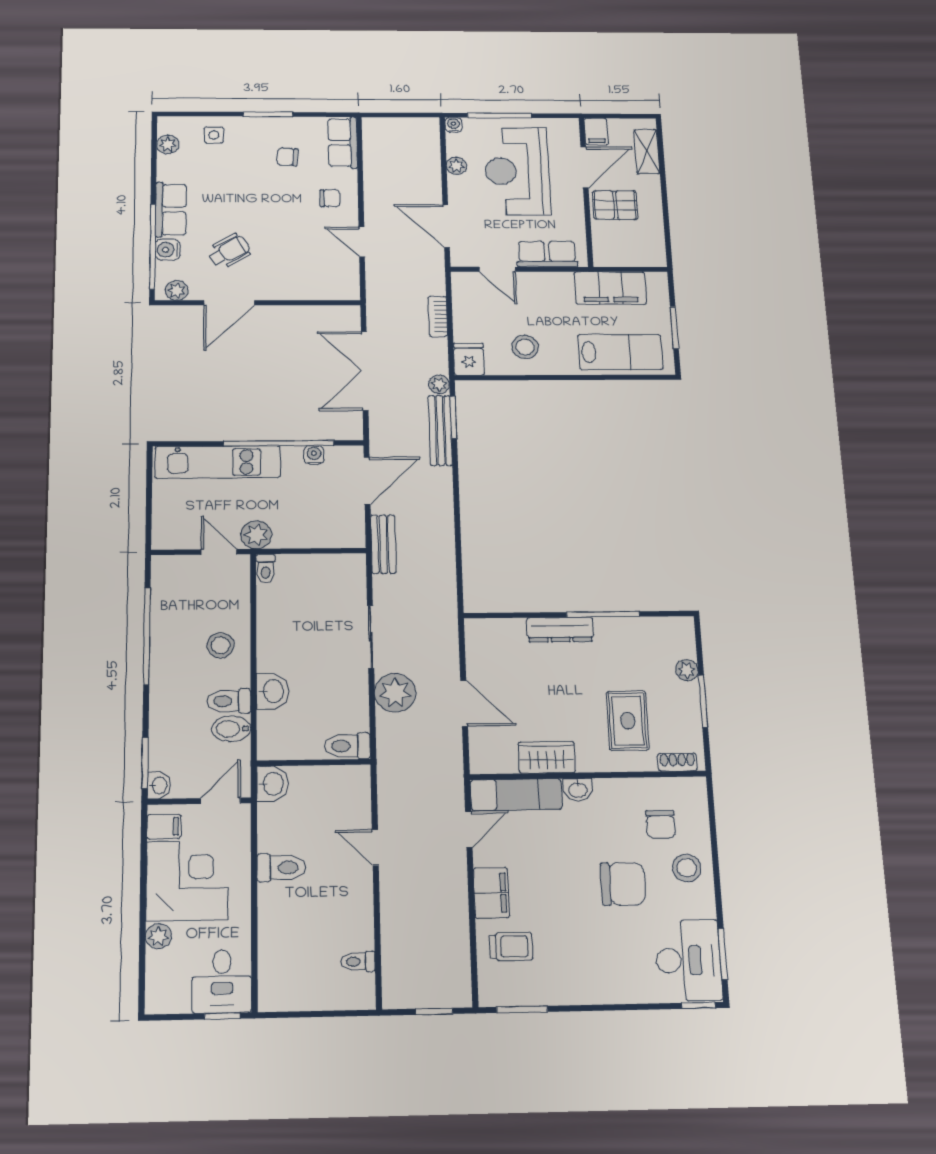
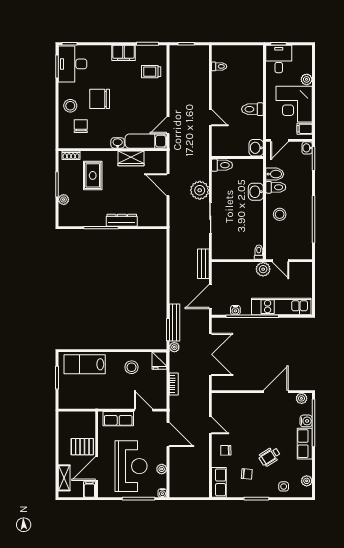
wheelchair: (229, 251) -> (270, 456), moved
filing cabinet: (610, 288) -> (88, 400), removed
filing cabinet: (491, 893) -> (124, 53), moved, turned -90

